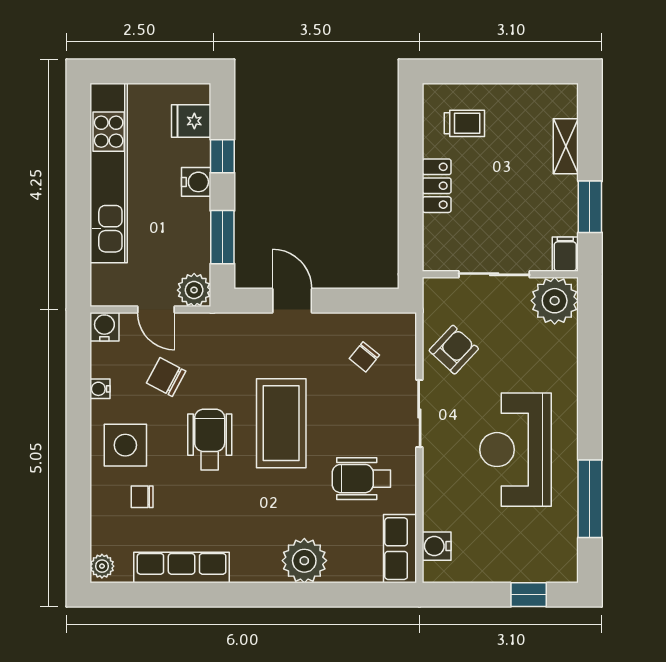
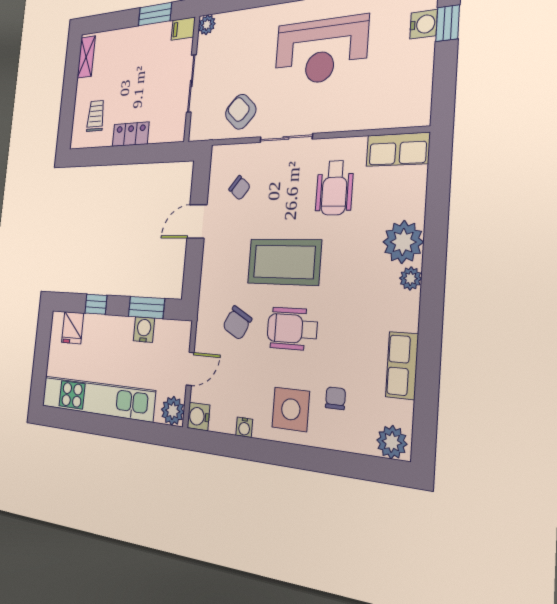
shelving: (566, 146) -> (86, 57), moved, turned 90
water cooler: (196, 182) -> (144, 330), moved
plant: (194, 290) -> (173, 411), moved
door: (292, 301) -> (197, 221), moved
plant: (555, 301) -> (207, 25), width x0.53, depth x0.53
chair: (166, 377) -> (237, 323), moved
chair: (142, 497) -> (335, 398), turned 180
water cooler: (437, 546) -> (424, 24), moved, turned -90
plant: (102, 566) -> (392, 442), width x1.38, depth x1.38
row of seats: (182, 568) -> (402, 365), width x0.68
plant: (268, 571) -> (411, 278), added

